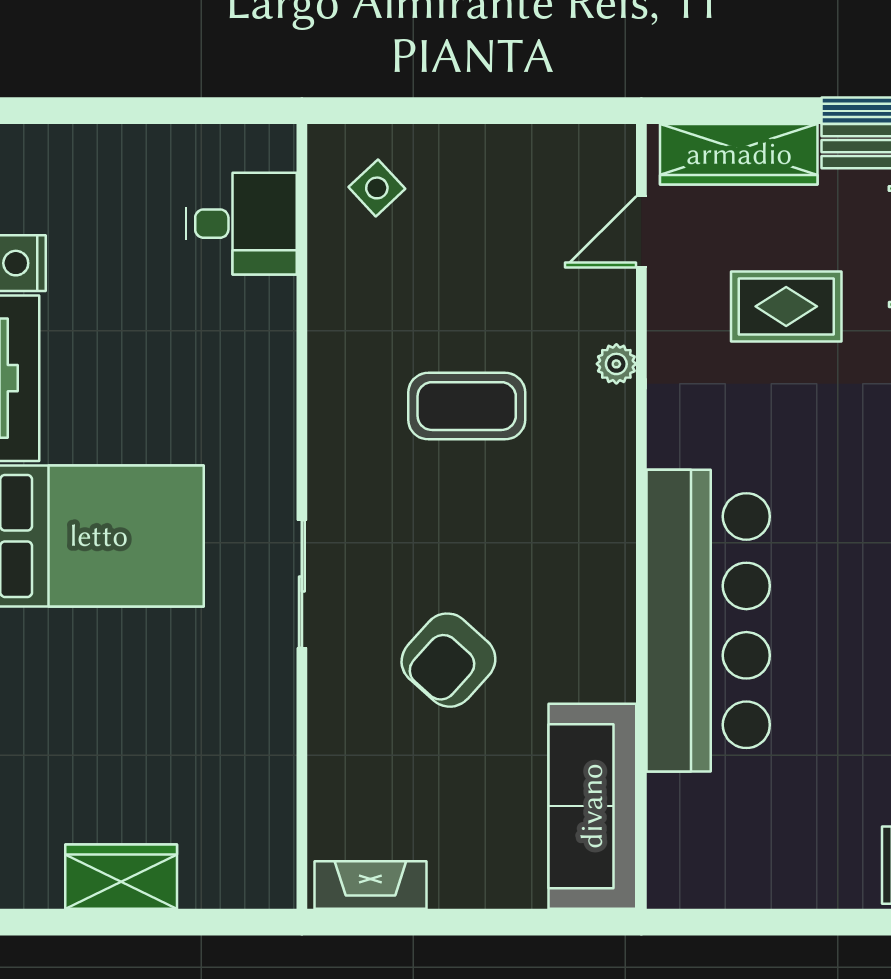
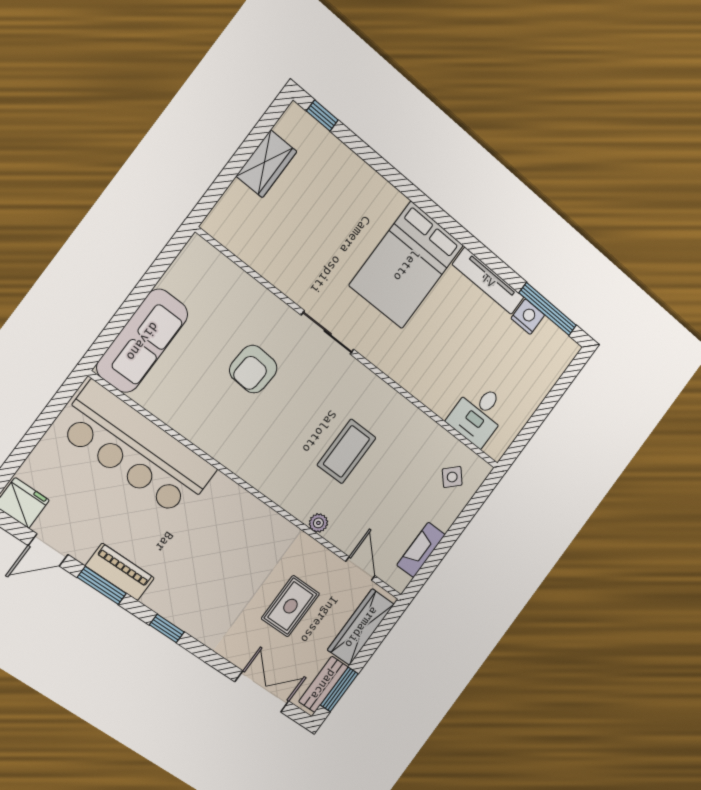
bar counter: (708, 621) -> (137, 450), moved
armchair: (448, 660) -> (253, 369), turned -128
sofa: (592, 806) -> (142, 341), moved, turned 90
fireplace: (370, 885) -> (421, 550), moved, turned 180

